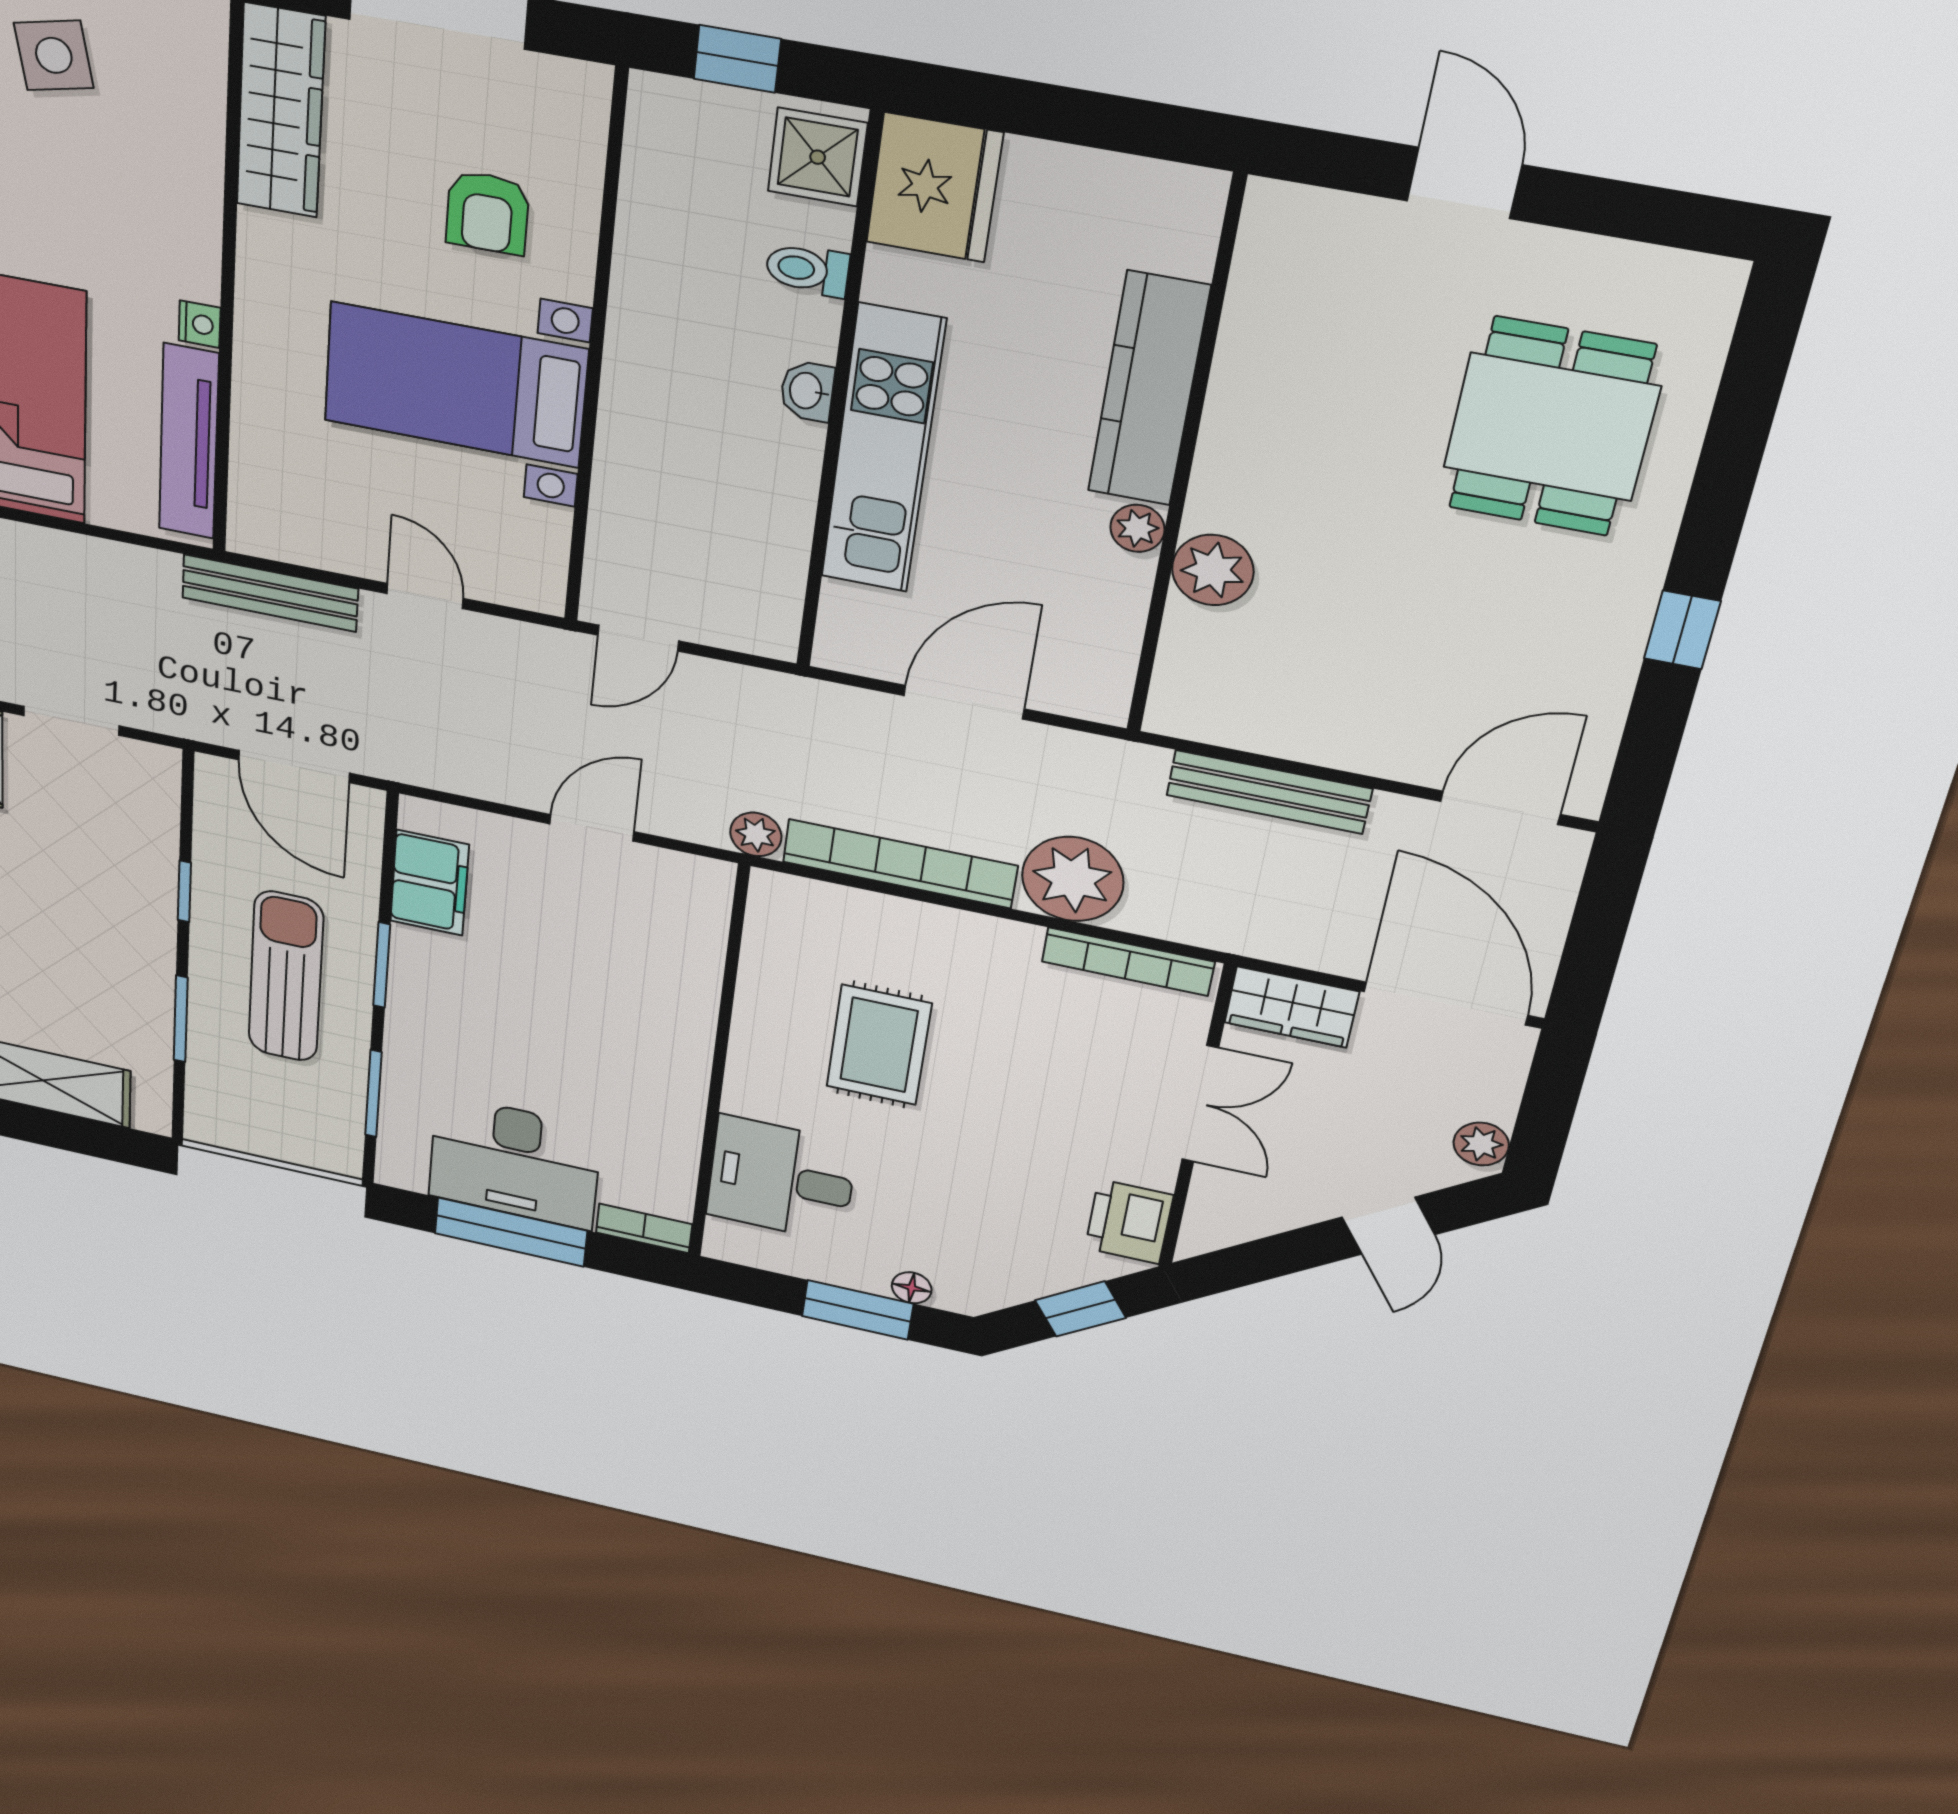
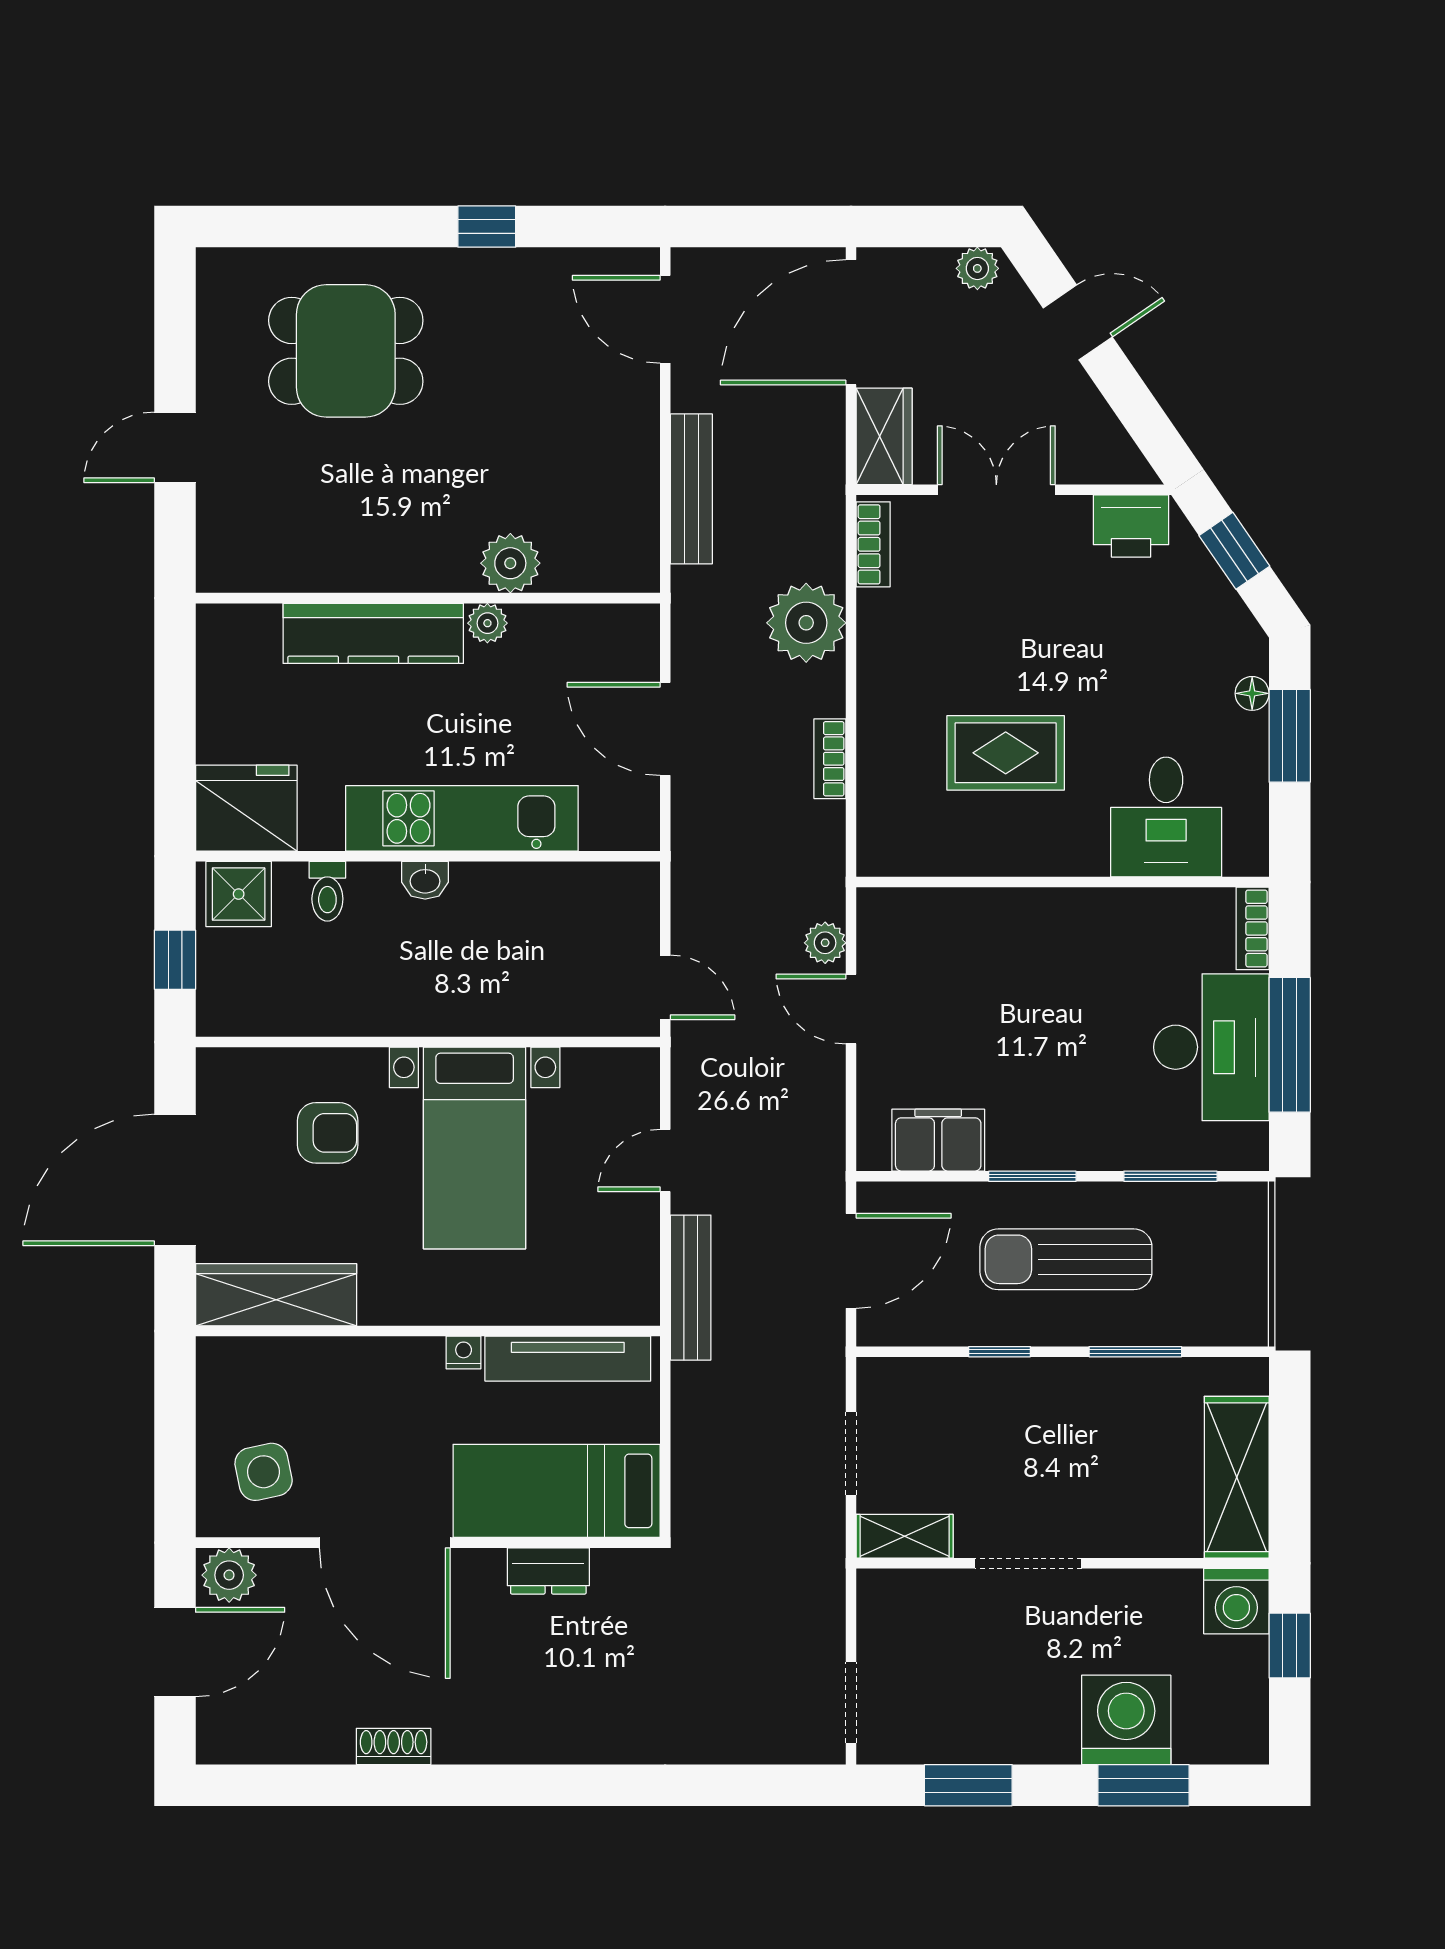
plant: (756, 834) -> (825, 943), moved
bookcase: (900, 864) -> (830, 759), width x0.43, depth x0.76
bookcase: (1128, 962) -> (873, 544), width x0.64

